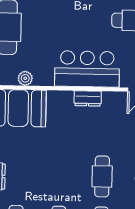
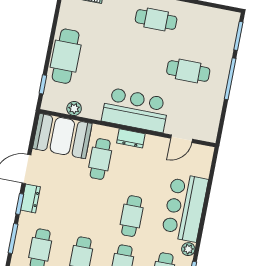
cafe table: (60, 125) -> (100, 159), added

